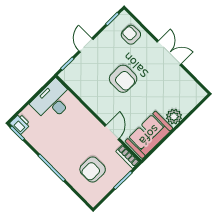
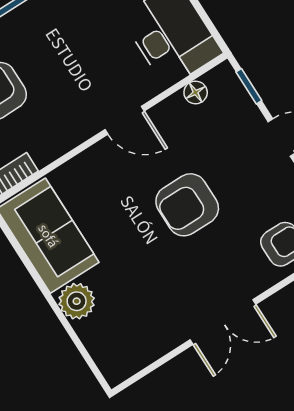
floor lamp: (75, 86) -> (196, 92), added
door: (112, 132) -> (125, 120), moved

